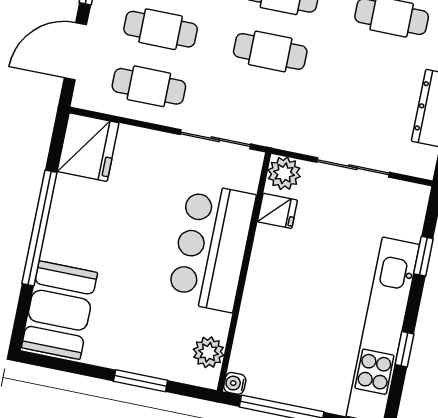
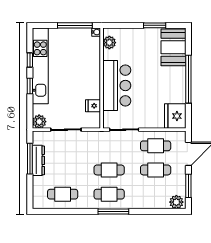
plant: (284, 173) -> (39, 122), moved
window: (423, 256) -> (30, 86), moved
window: (141, 381) -> (155, 25), moved

